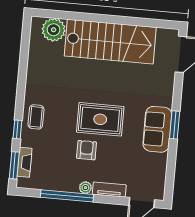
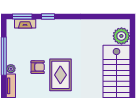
coffee table: (36, 117) -> (58, 29), removed

